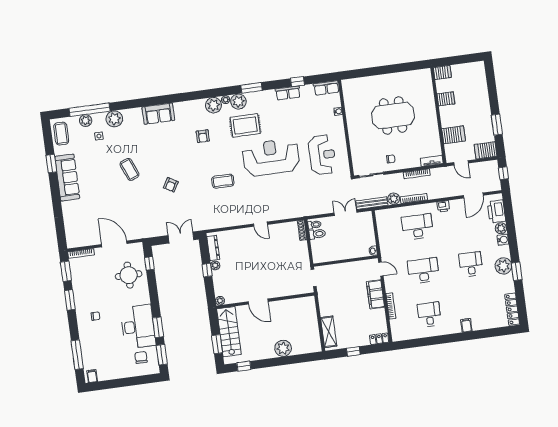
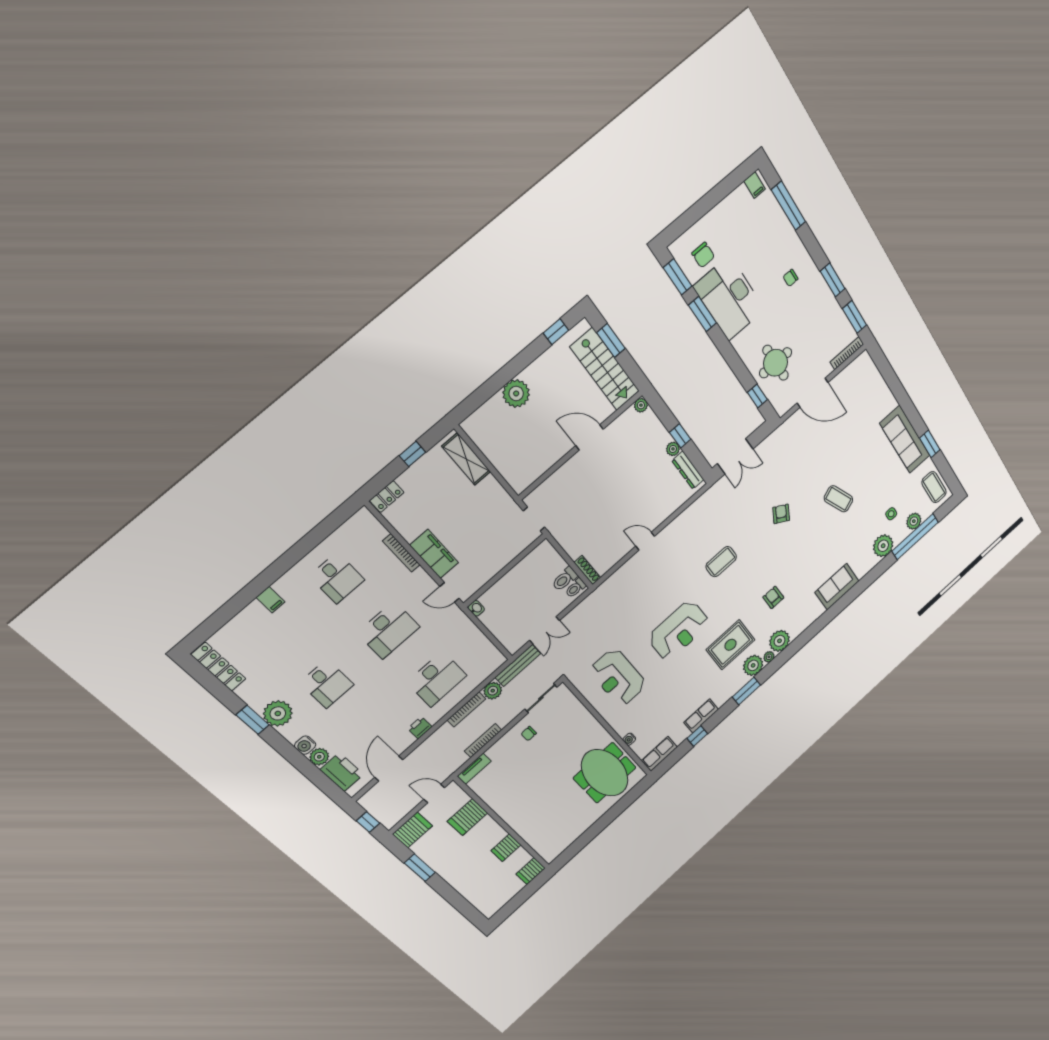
meeting table: (393, 116) -> (605, 773), moved, turned 90
reception desk: (271, 157) -> (679, 630), width x0.74, depth x0.77

